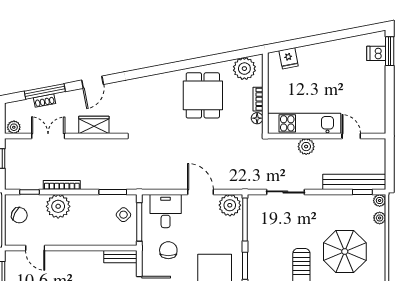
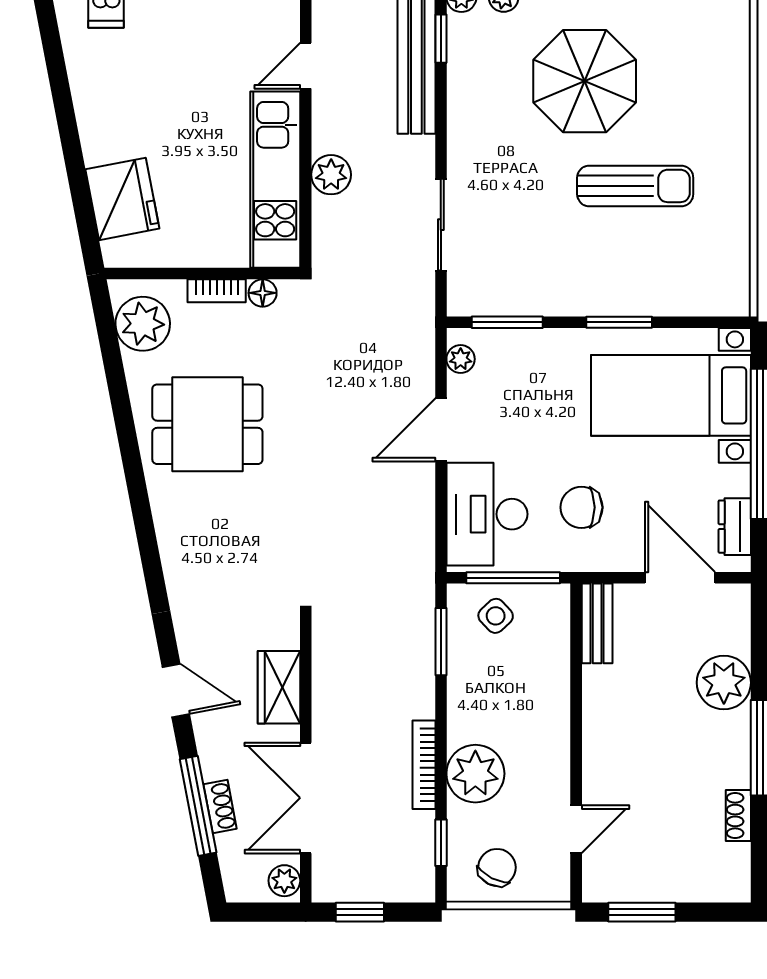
fridge: (289, 58) -> (122, 199), width x1.88, depth x1.34
double door: (48, 136) -> (306, 798), width x1.37
plant: (230, 205) -> (461, 359), width x0.53, depth x0.53
desk: (166, 211) -> (487, 514), width x1.37
window: (245, 219) -> (507, 322), width x0.69

